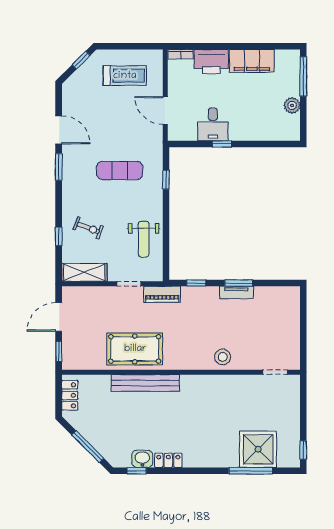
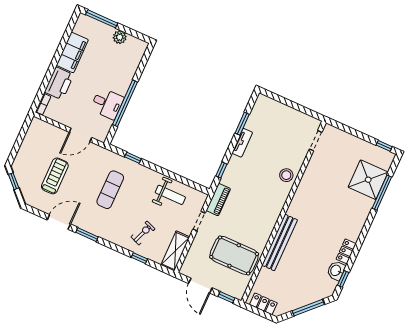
treadmill: (125, 76) -> (55, 176), moved
window: (222, 144) -> (125, 103), width x3.17
window: (239, 283) -> (242, 124), moved
pool table: (135, 349) -> (234, 255), moved, turned 90

